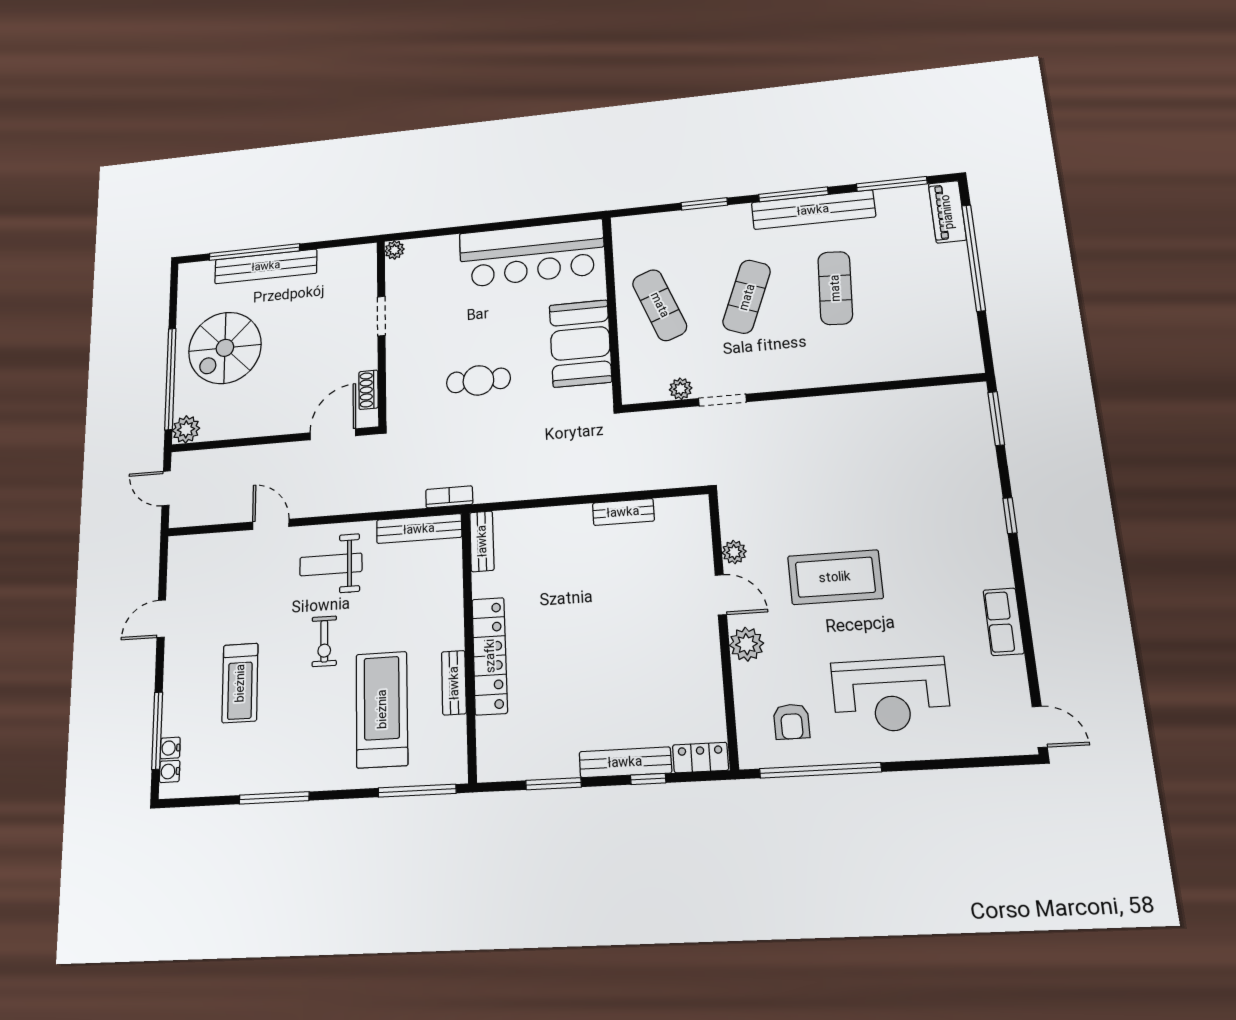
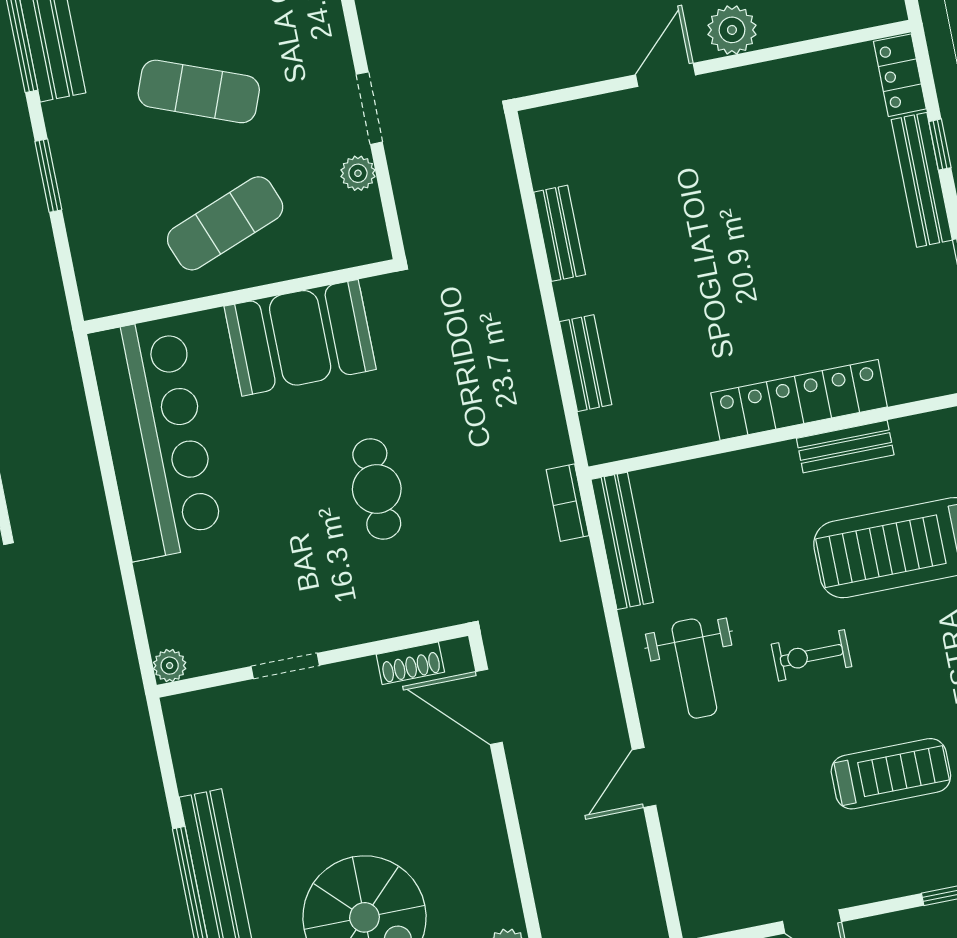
bench: (482, 541) -> (586, 363), moved, turned 90
plant: (734, 552) -> (600, 63), removed
exercise bike: (324, 641) -> (812, 655), turned 180

